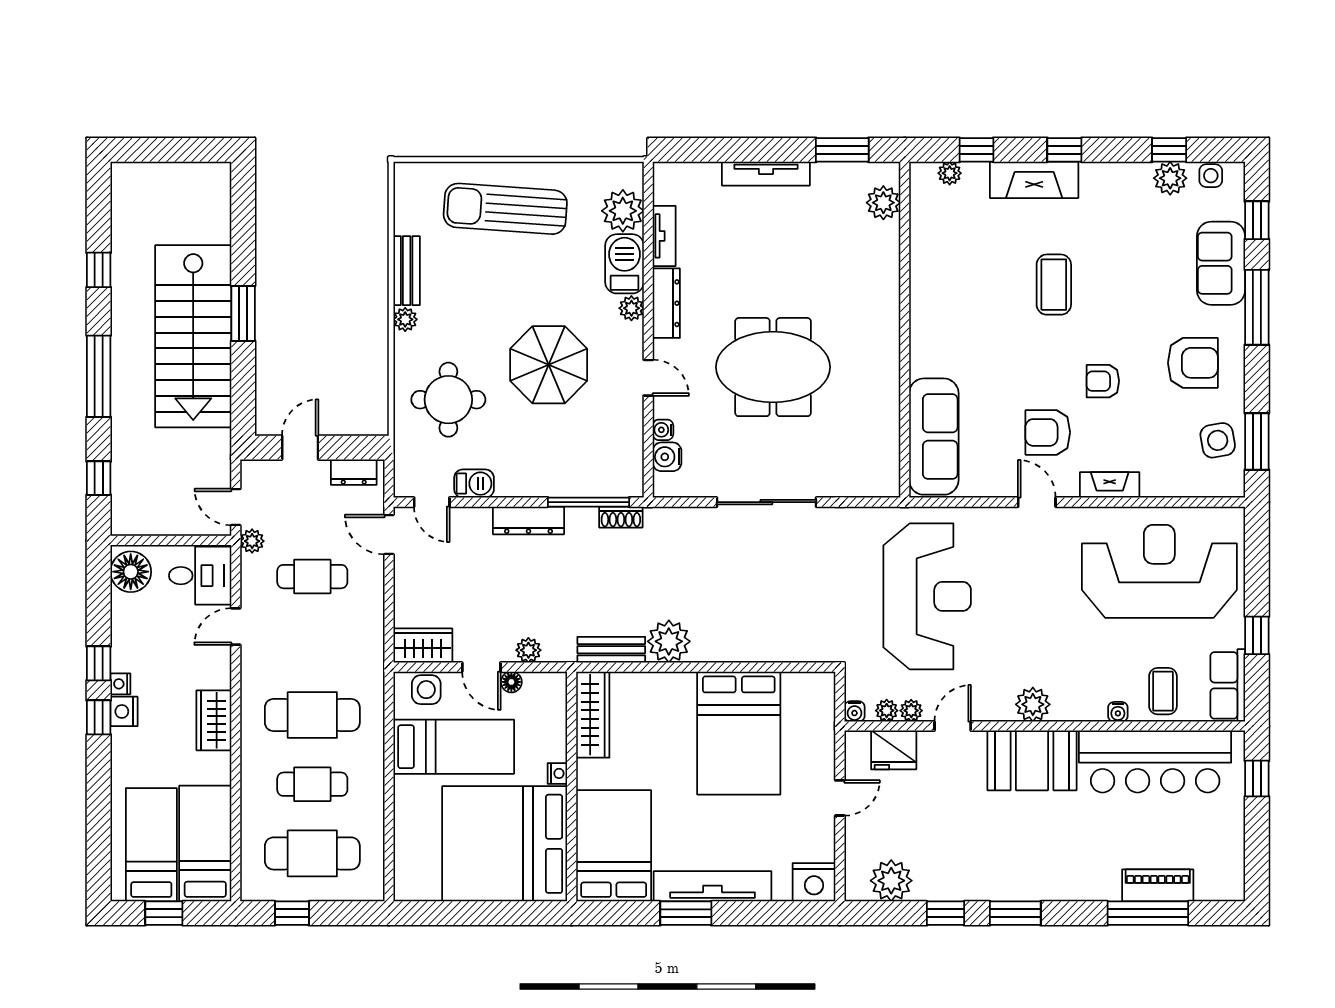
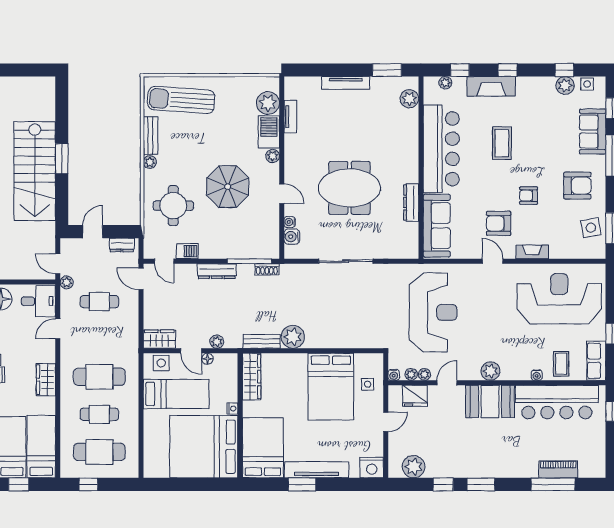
sun lounger: (505, 209) -> (181, 100), moved
bar counter: (942, 295) -> (441, 149), added
dresser: (666, 303) -> (411, 202), moved, turned 180
side table: (806, 729) -> (368, 384), added

